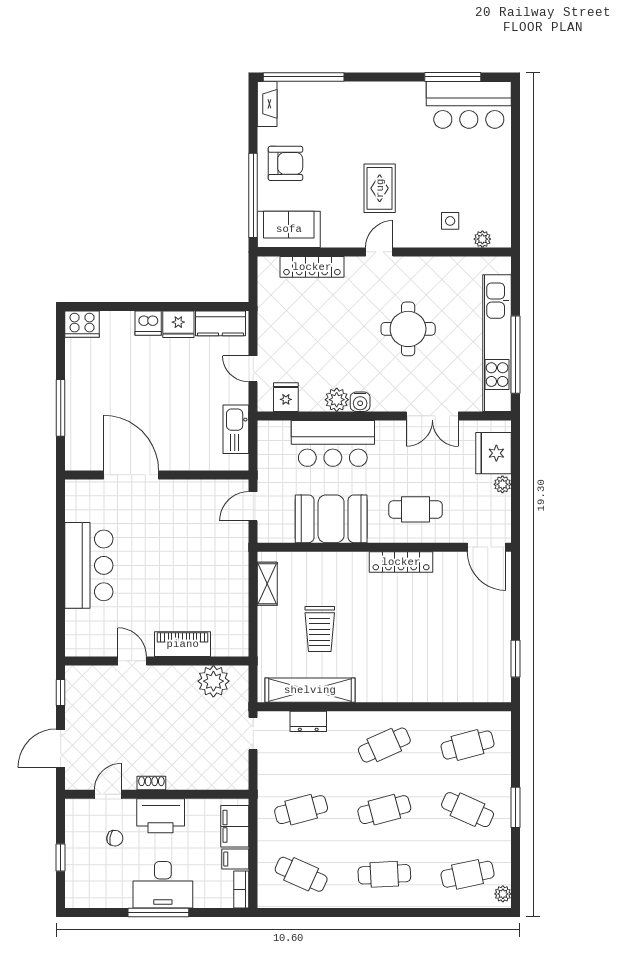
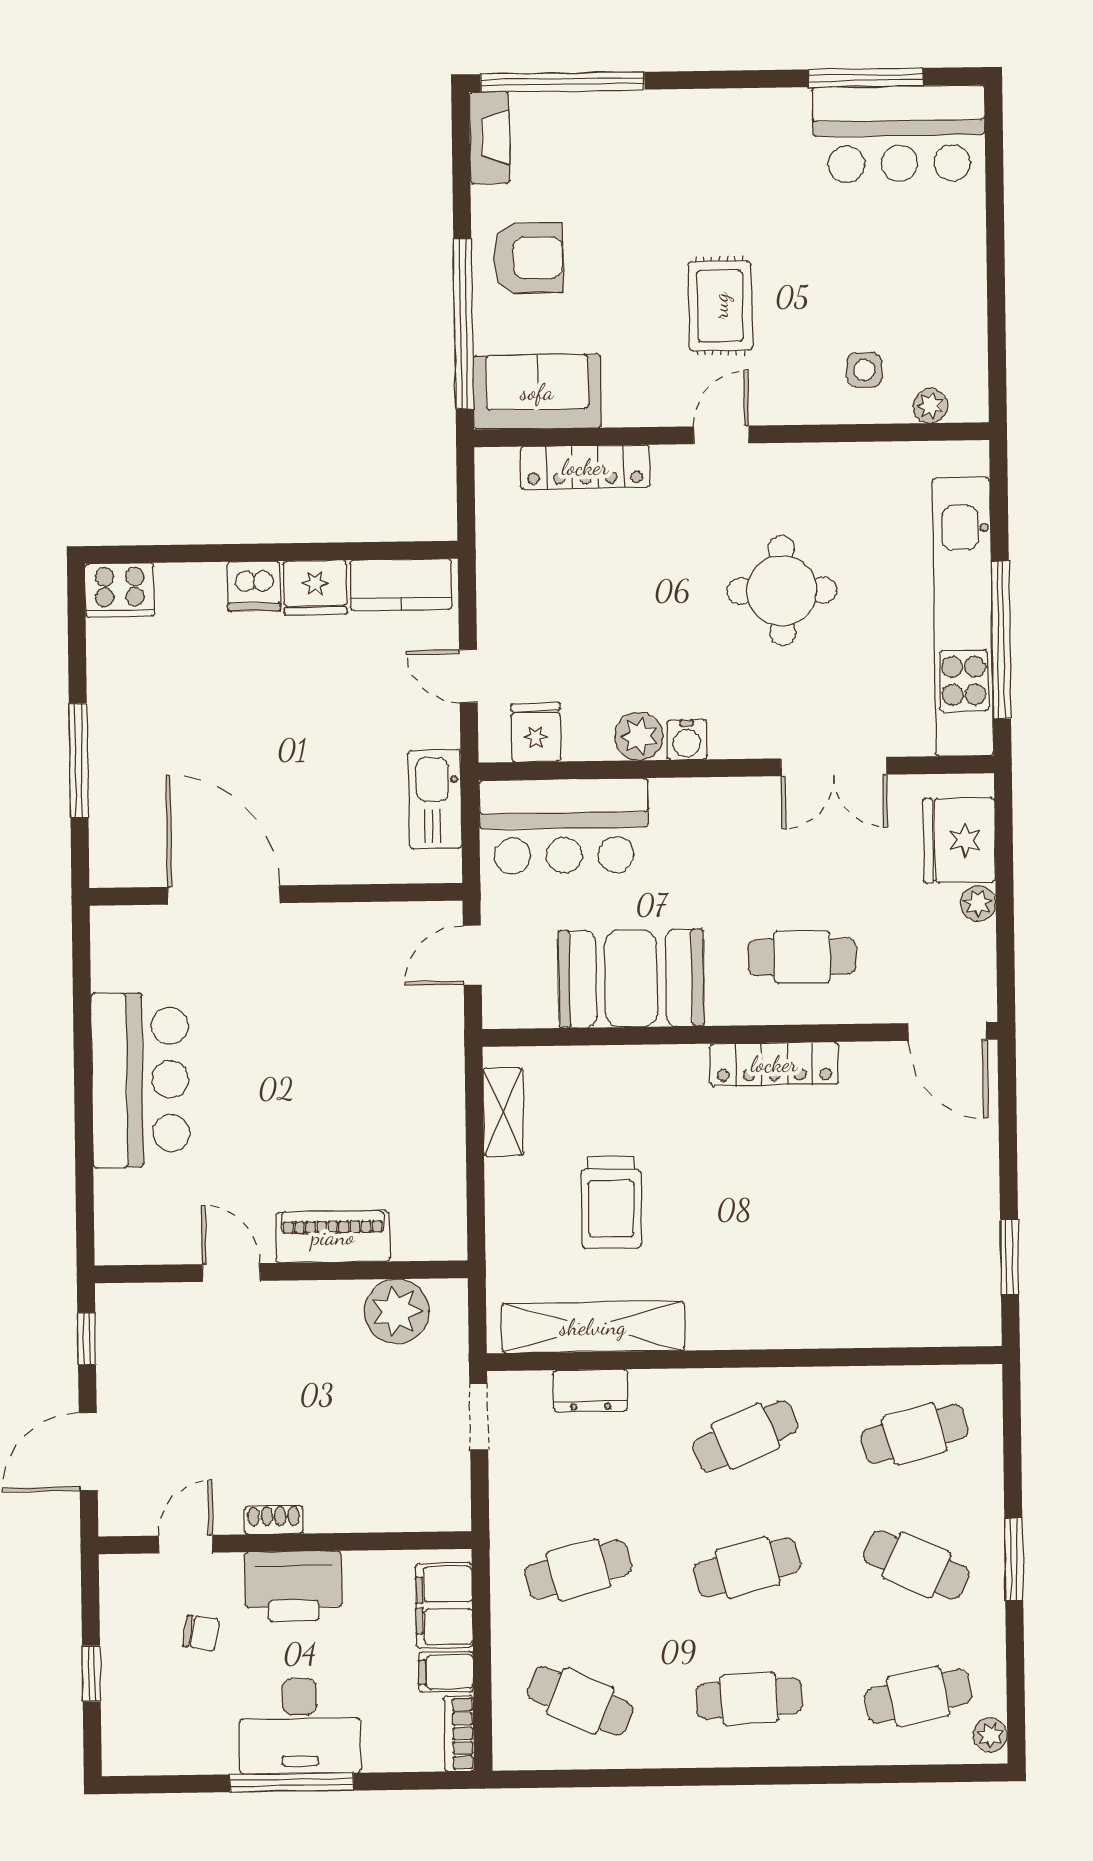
bar counter: (333, 443) -> (564, 826), moved

